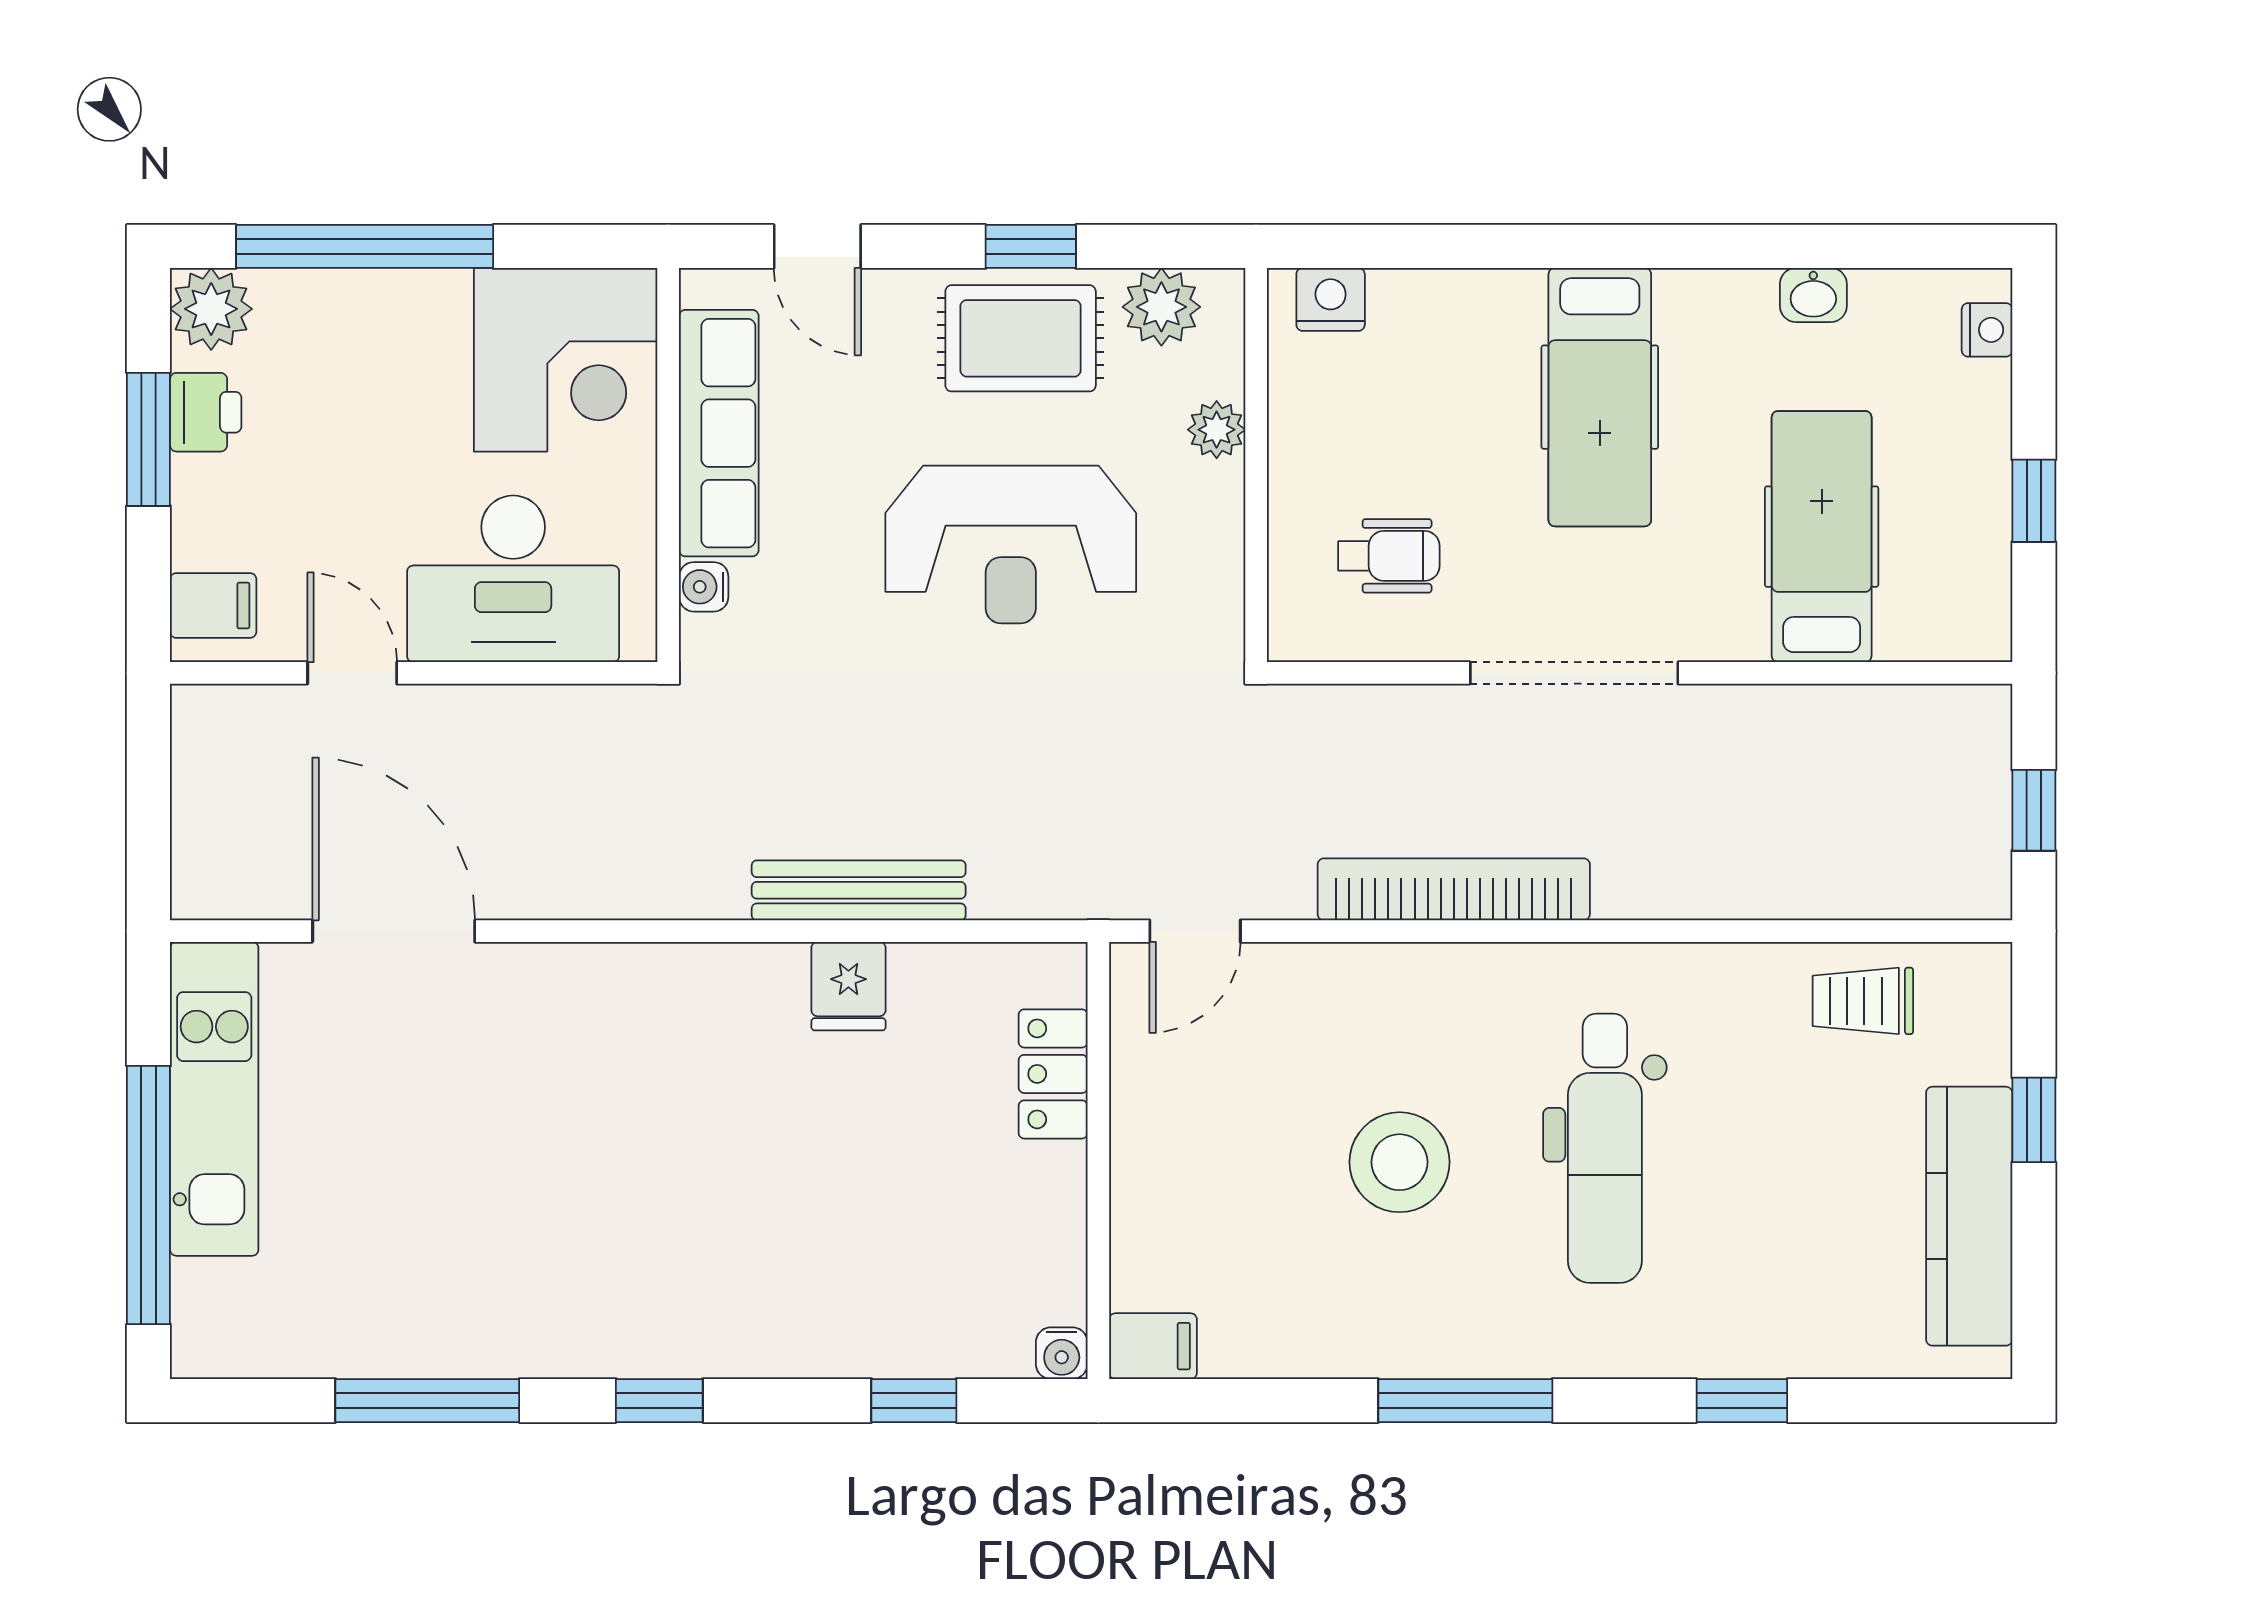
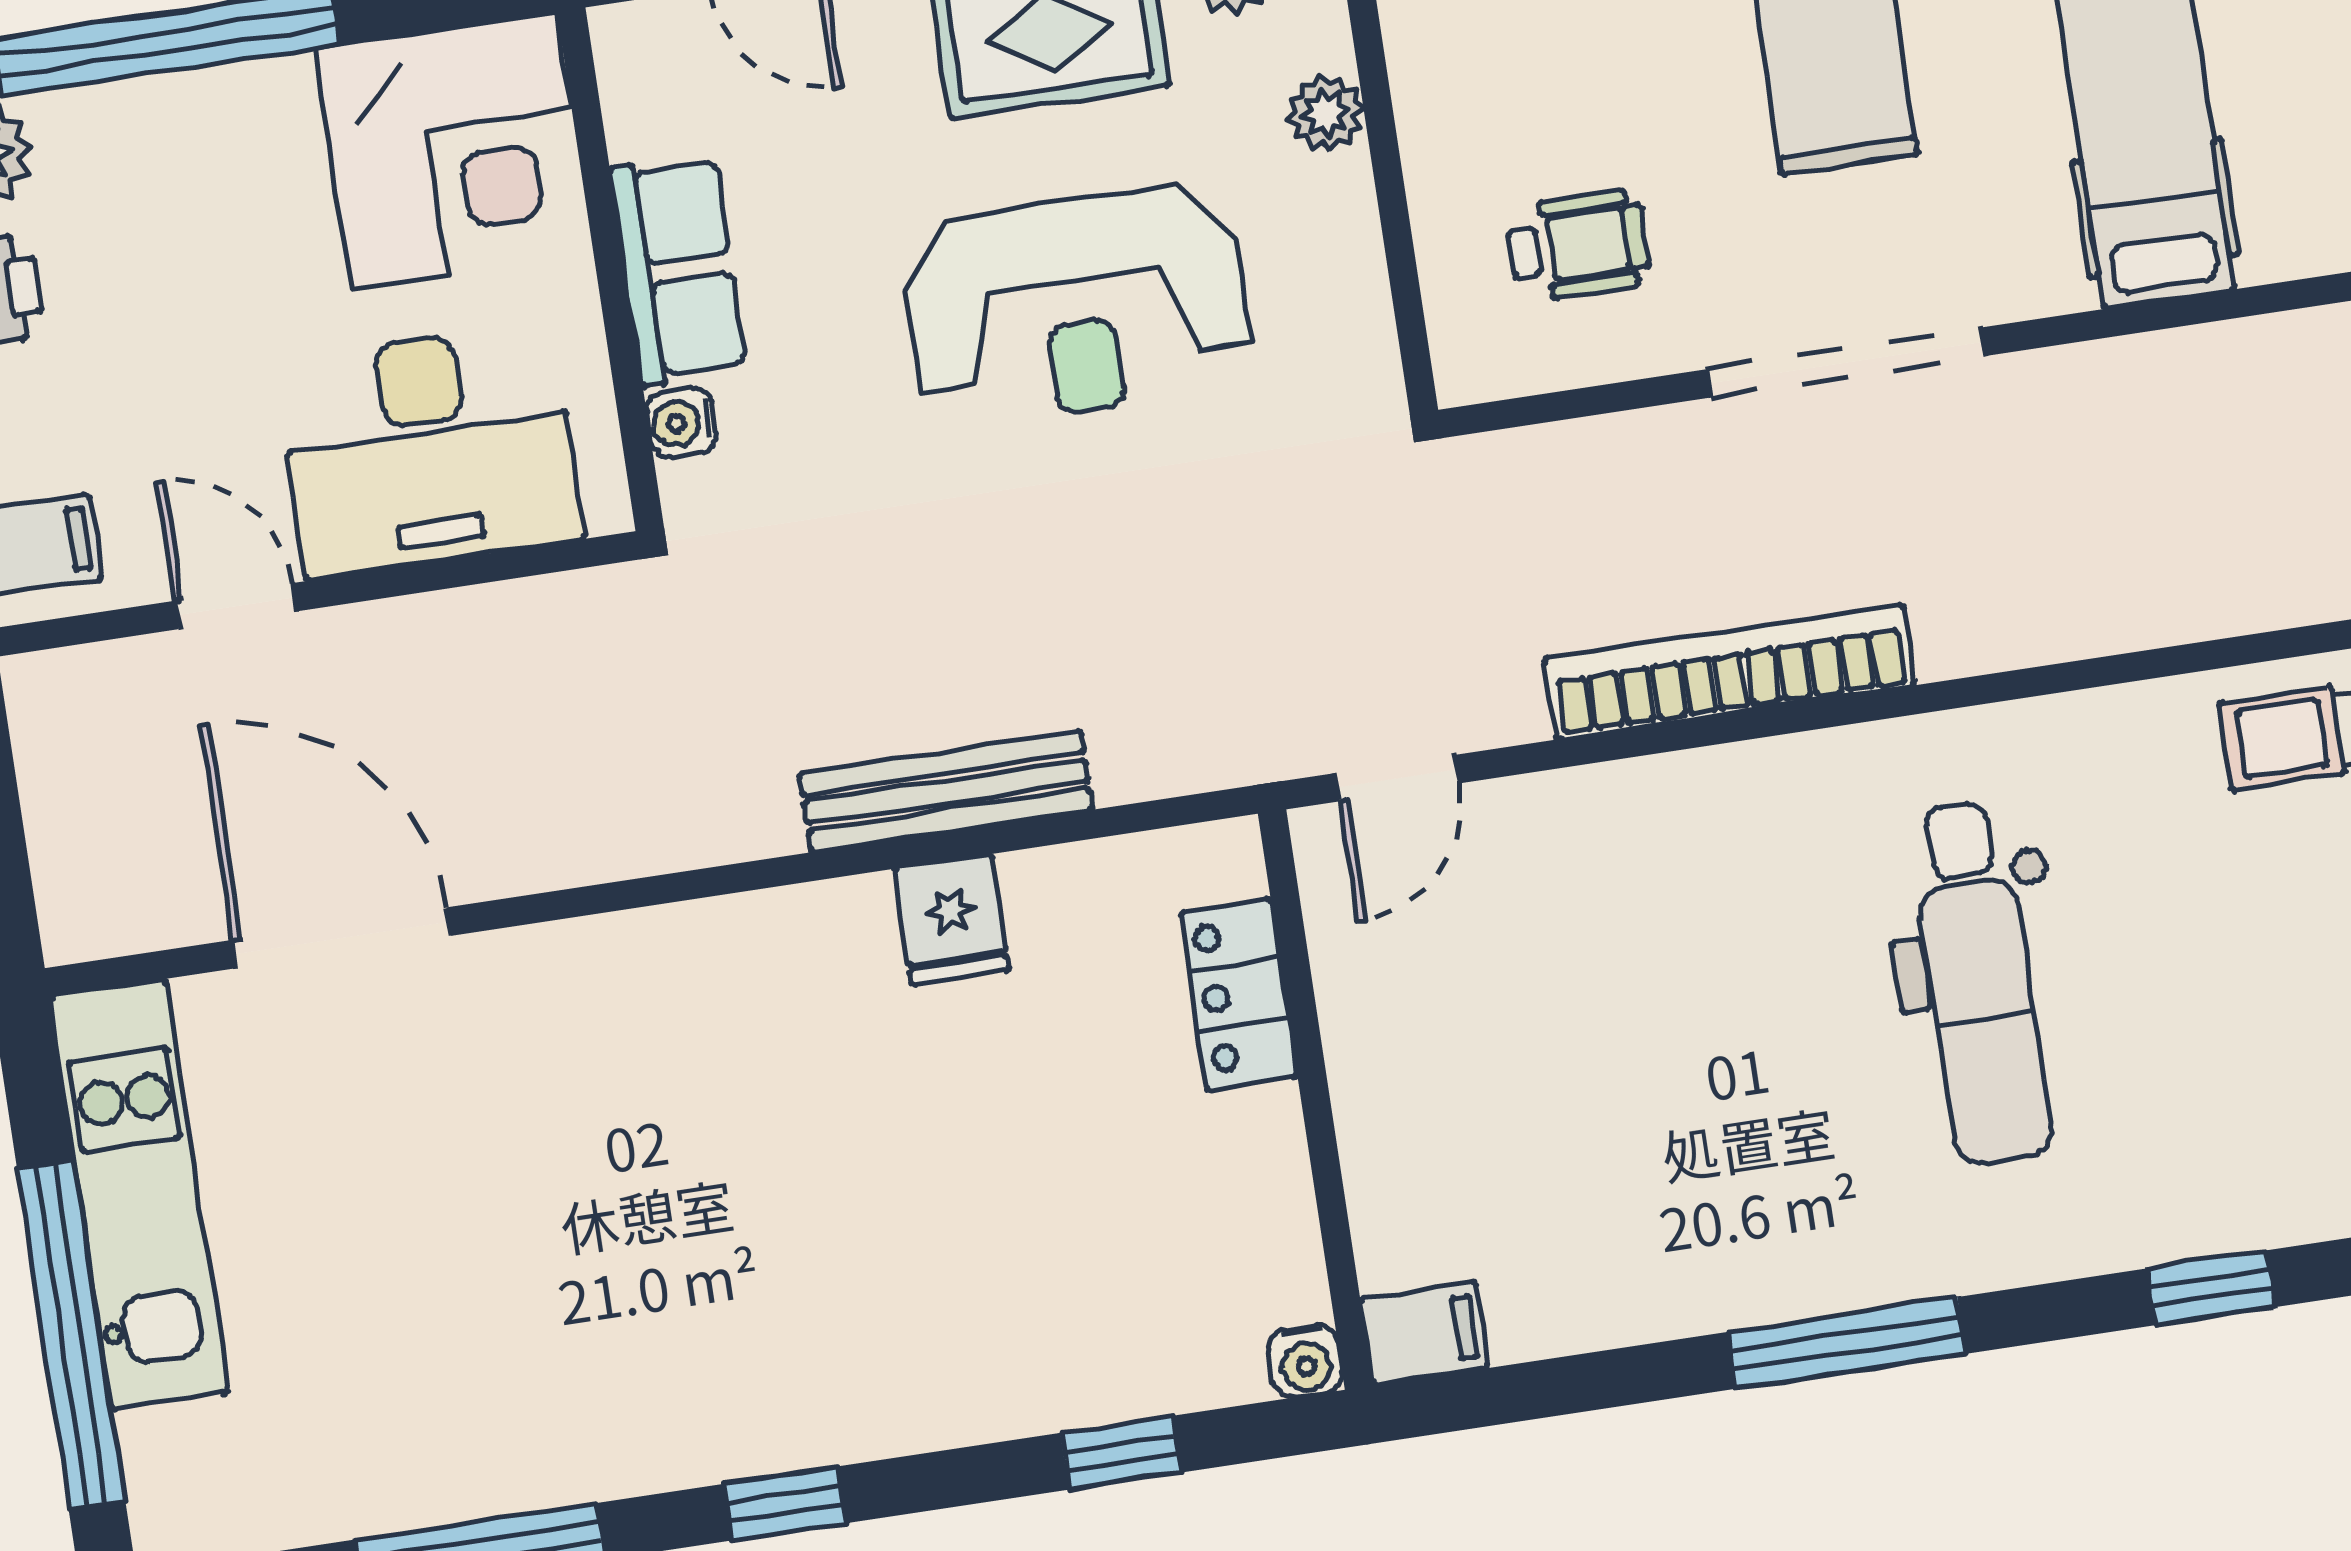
row of seats: (719, 433) -> (679, 270), width x0.68
stool: (1400, 1162) -> (1713, 1042), removed

